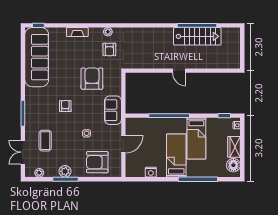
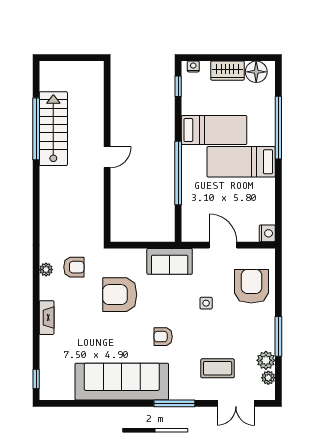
sofa: (37, 57) -> (122, 382), moved
armchair: (97, 162) -> (251, 286), turned 180
plant: (65, 171) -> (266, 360), moved
nightstand: (151, 172) -> (267, 233), moved

